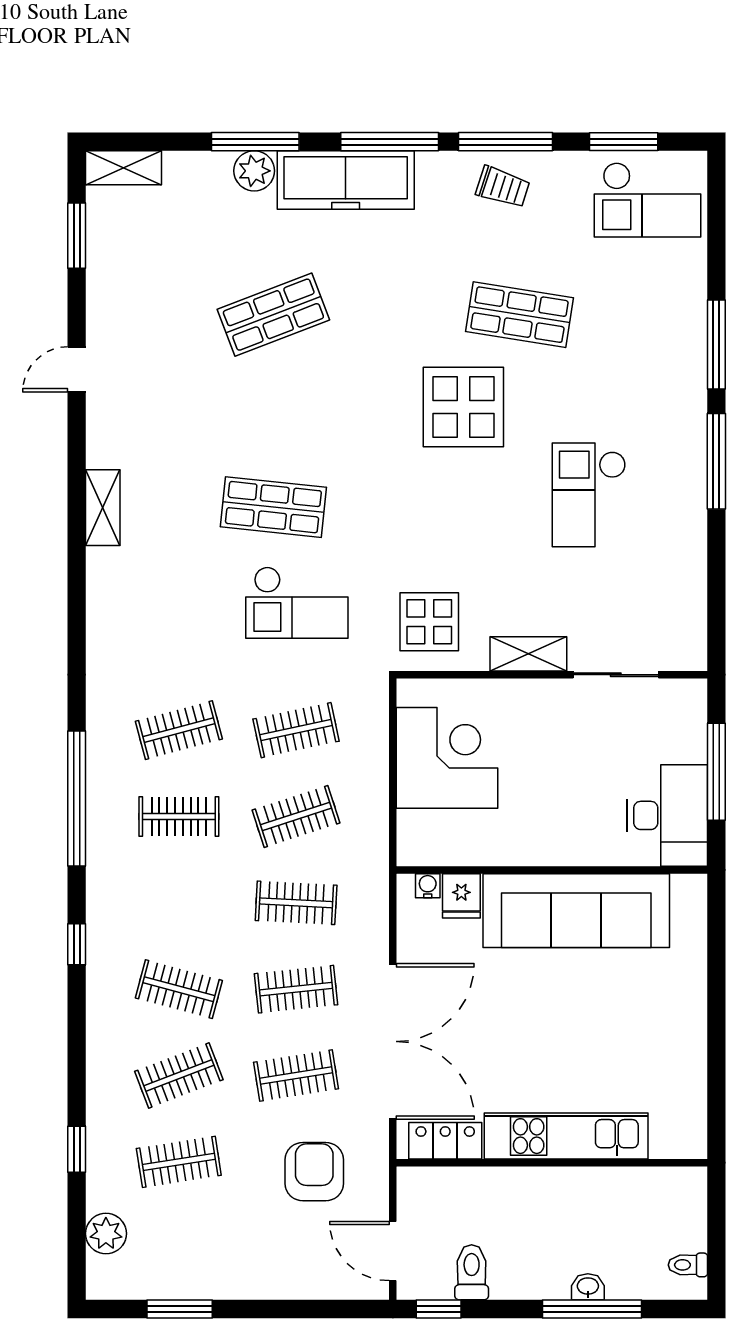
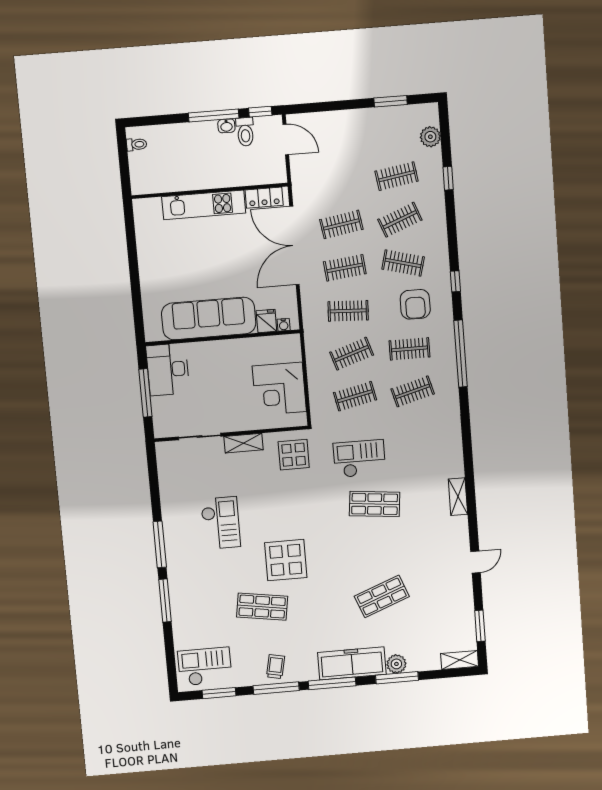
trolley: (503, 187) -> (276, 667), turned 84
armchair: (314, 1172) -> (415, 304), moved
washbasin: (588, 1287) -> (226, 126), moved
window: (592, 1309) -> (214, 115), moved

